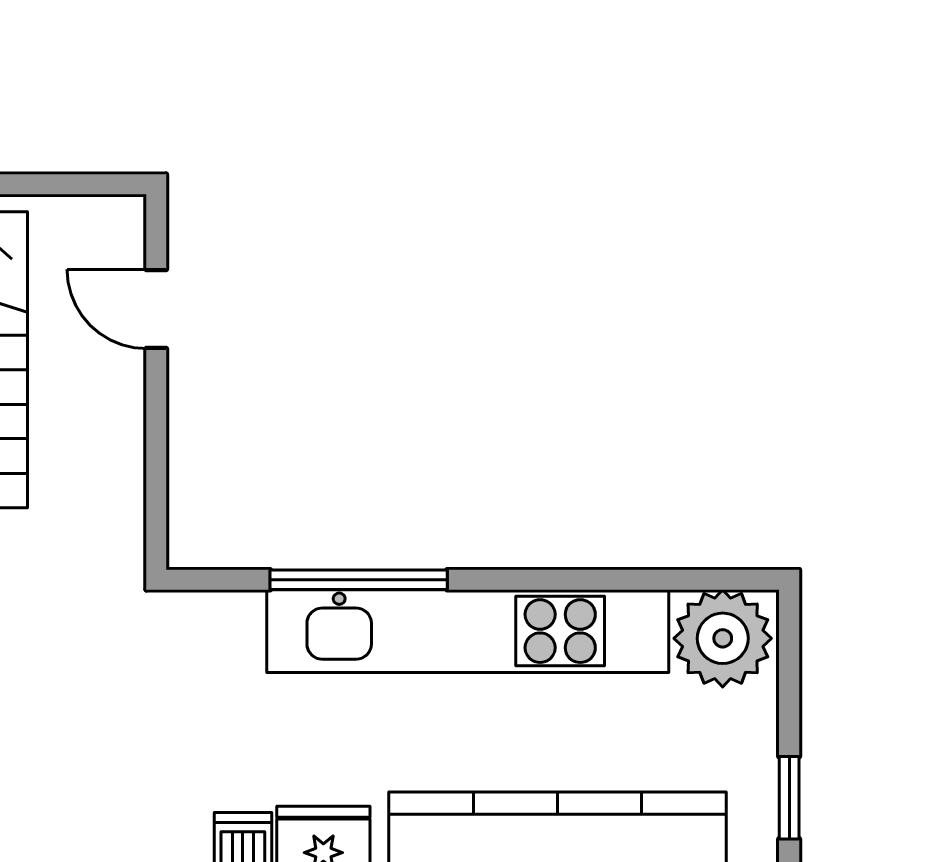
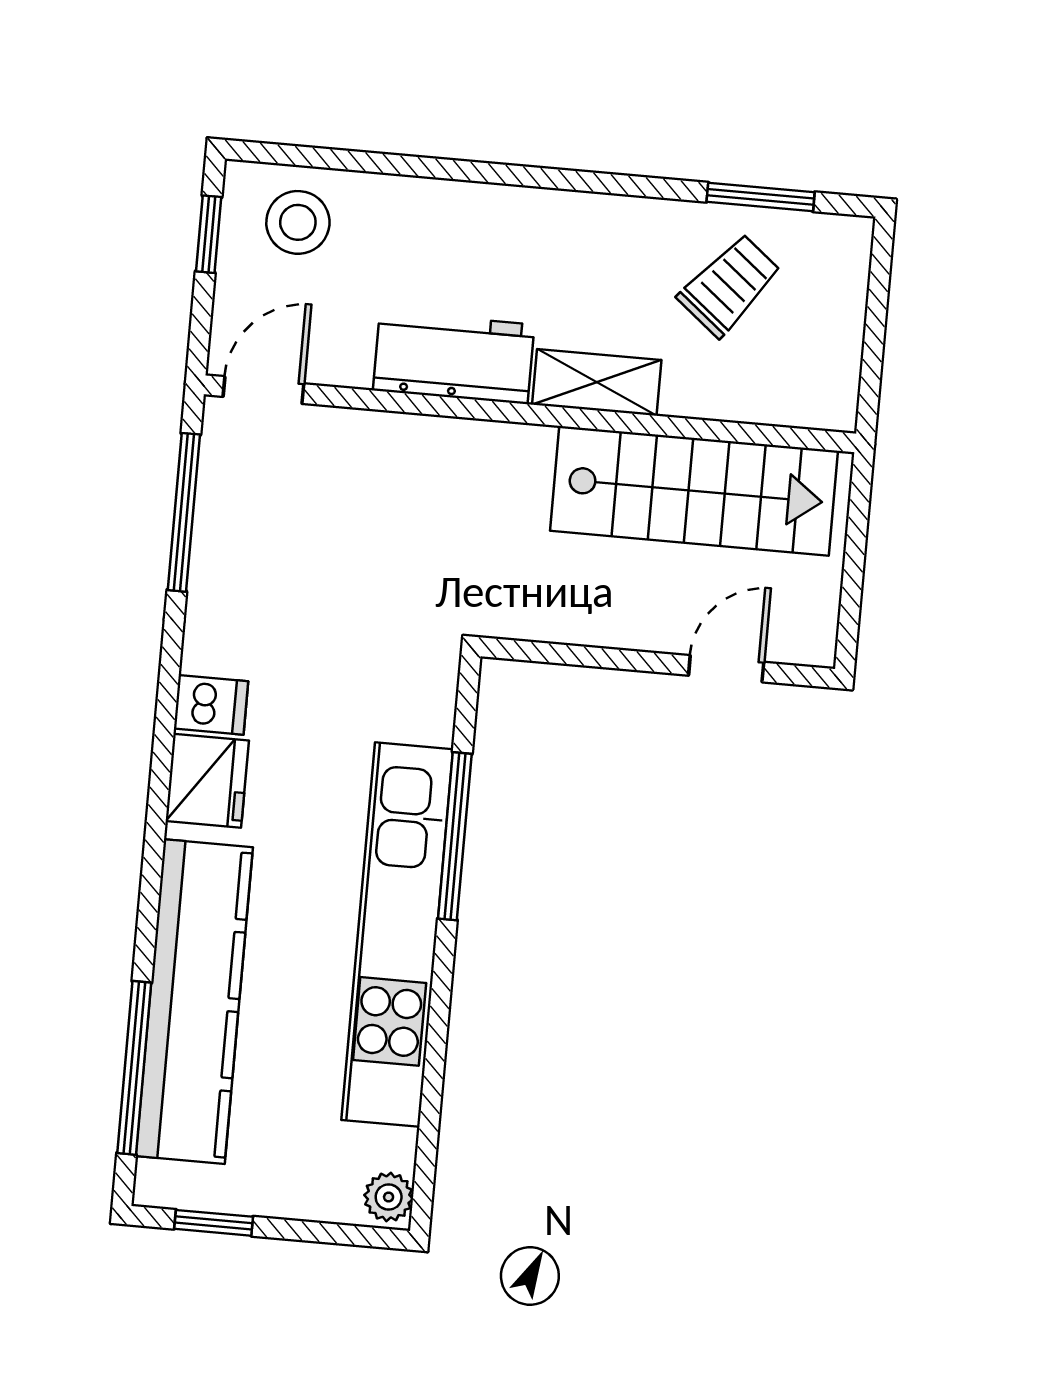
plant: (723, 638) -> (389, 1197), width x0.53, depth x0.53

